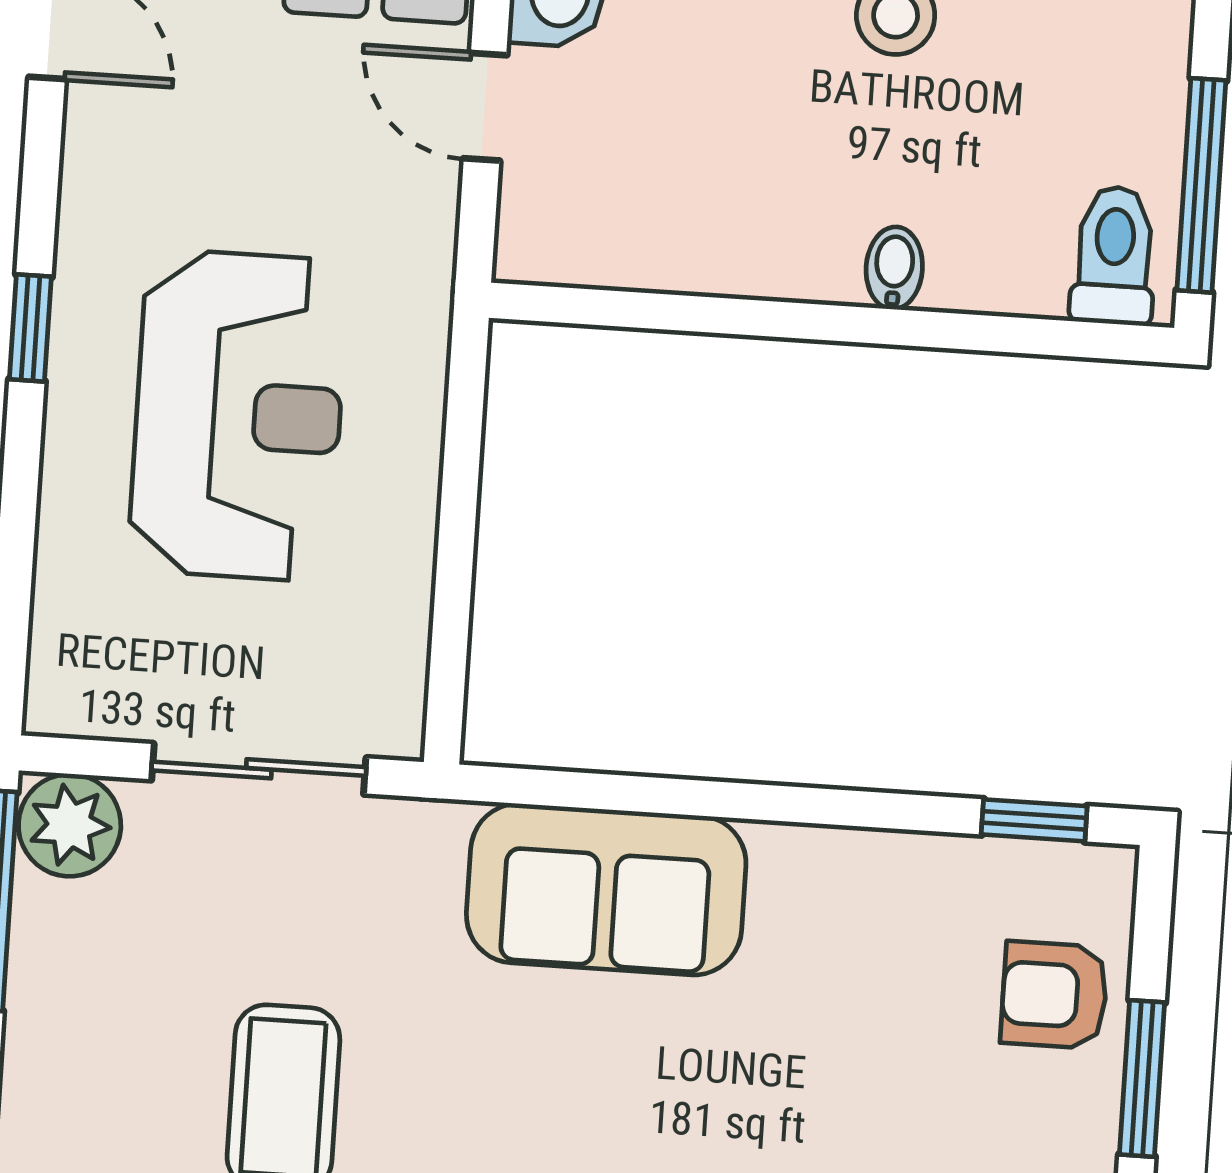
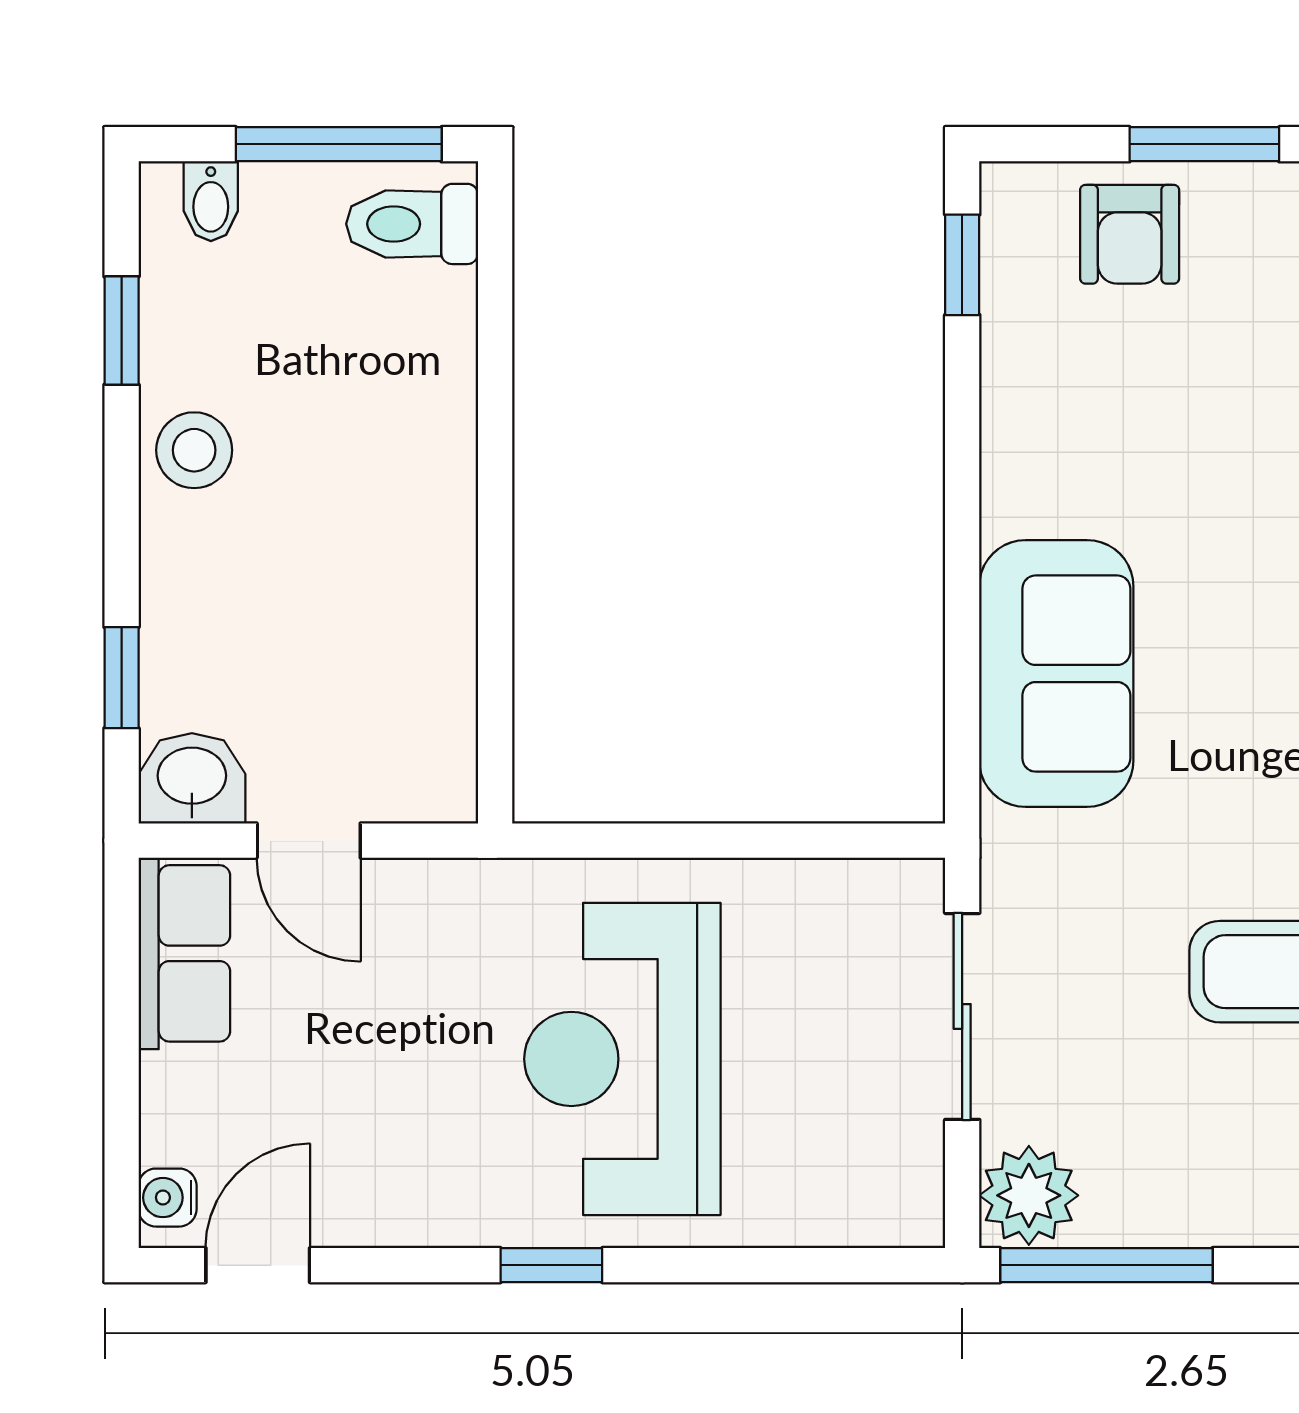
door: (485, 107) -> (309, 841), hinge flipped
bidet: (894, 268) -> (211, 201), moved, turned -90
reception desk: (238, 415) -> (622, 1059), turned -90

